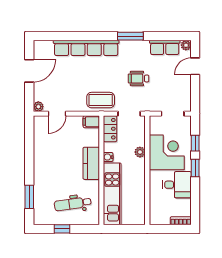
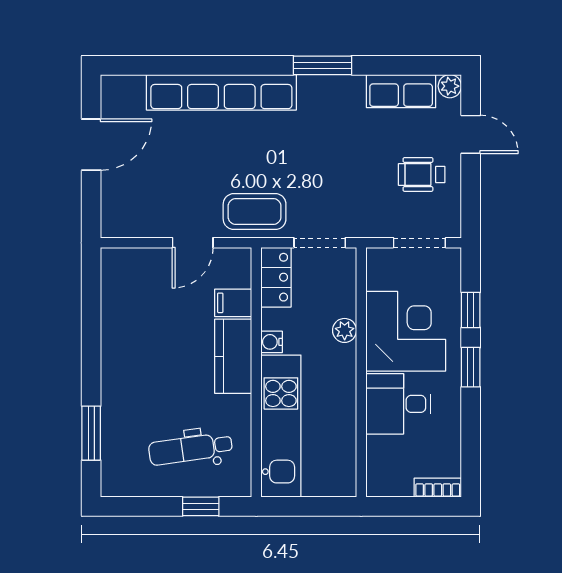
door: (195, 66) -> (471, 134), swing flipped
wheelchair: (139, 78) -> (422, 174), moved
plant: (38, 107) -> (112, 226), removed
door: (57, 114) -> (193, 243), moved
filing cabinet: (91, 122) -> (233, 303), moved
desk: (177, 185) -> (398, 404), moved, turned 180
window: (62, 229) -> (201, 506), moved

